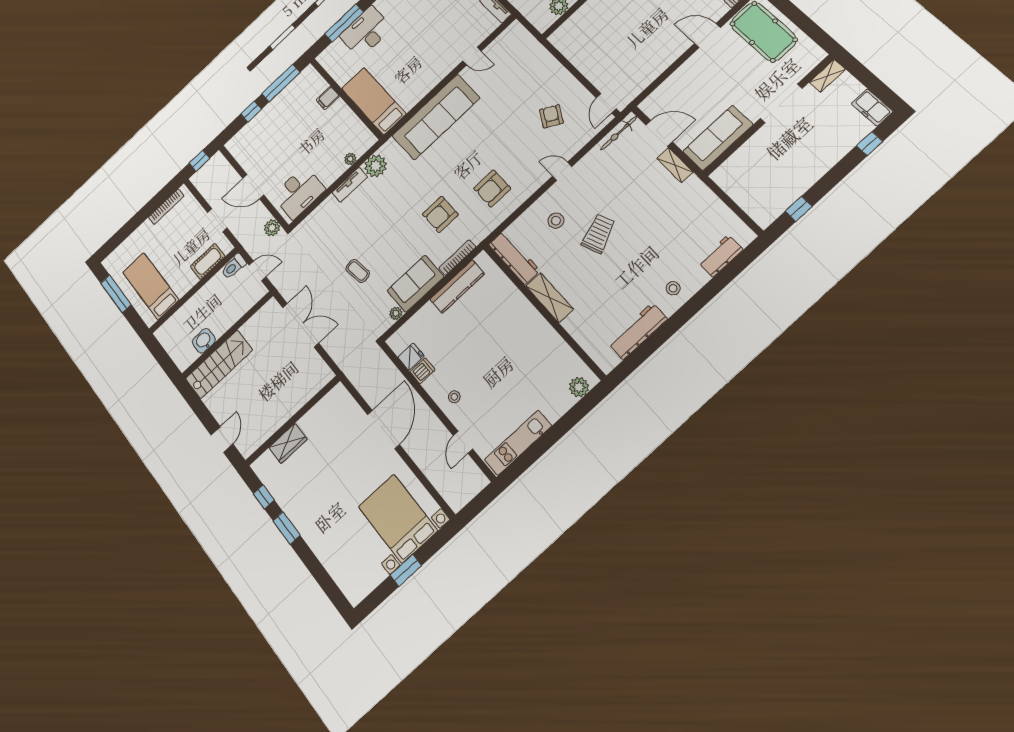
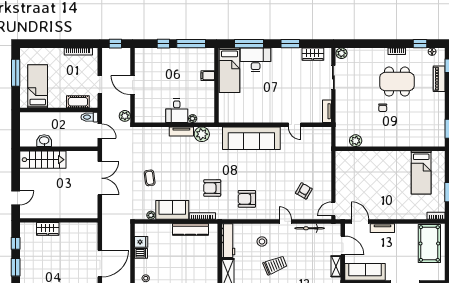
door: (707, 36) -> (360, 221), moved
tv unit: (688, 69) -> (382, 228), added
bed: (374, 101) -> (230, 70), moved, turned 180
bicycle: (619, 133) -> (310, 228), moved
desk: (299, 192) -> (177, 111), moved, width x0.73

